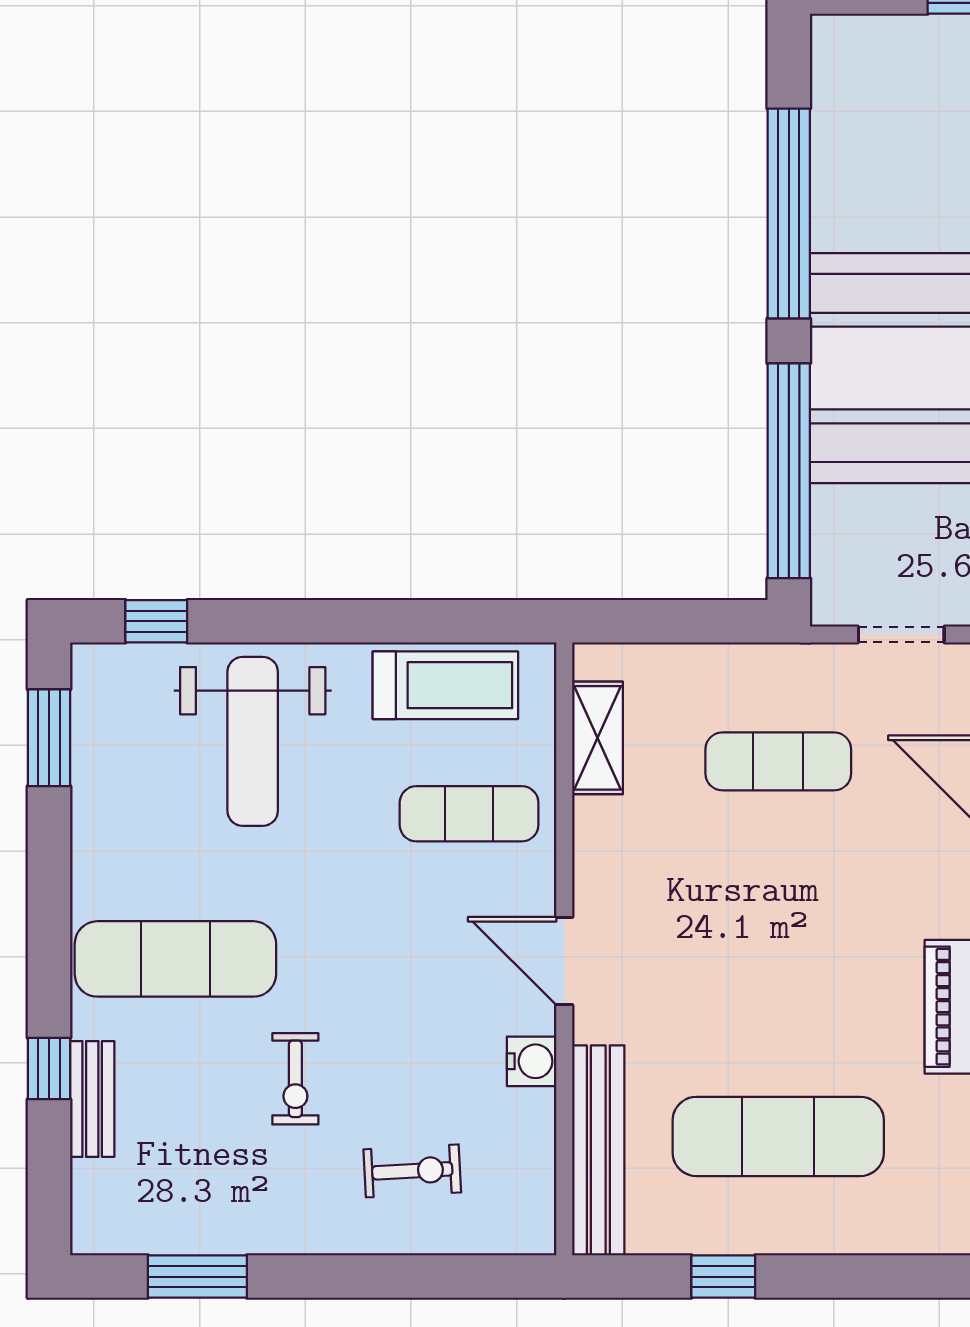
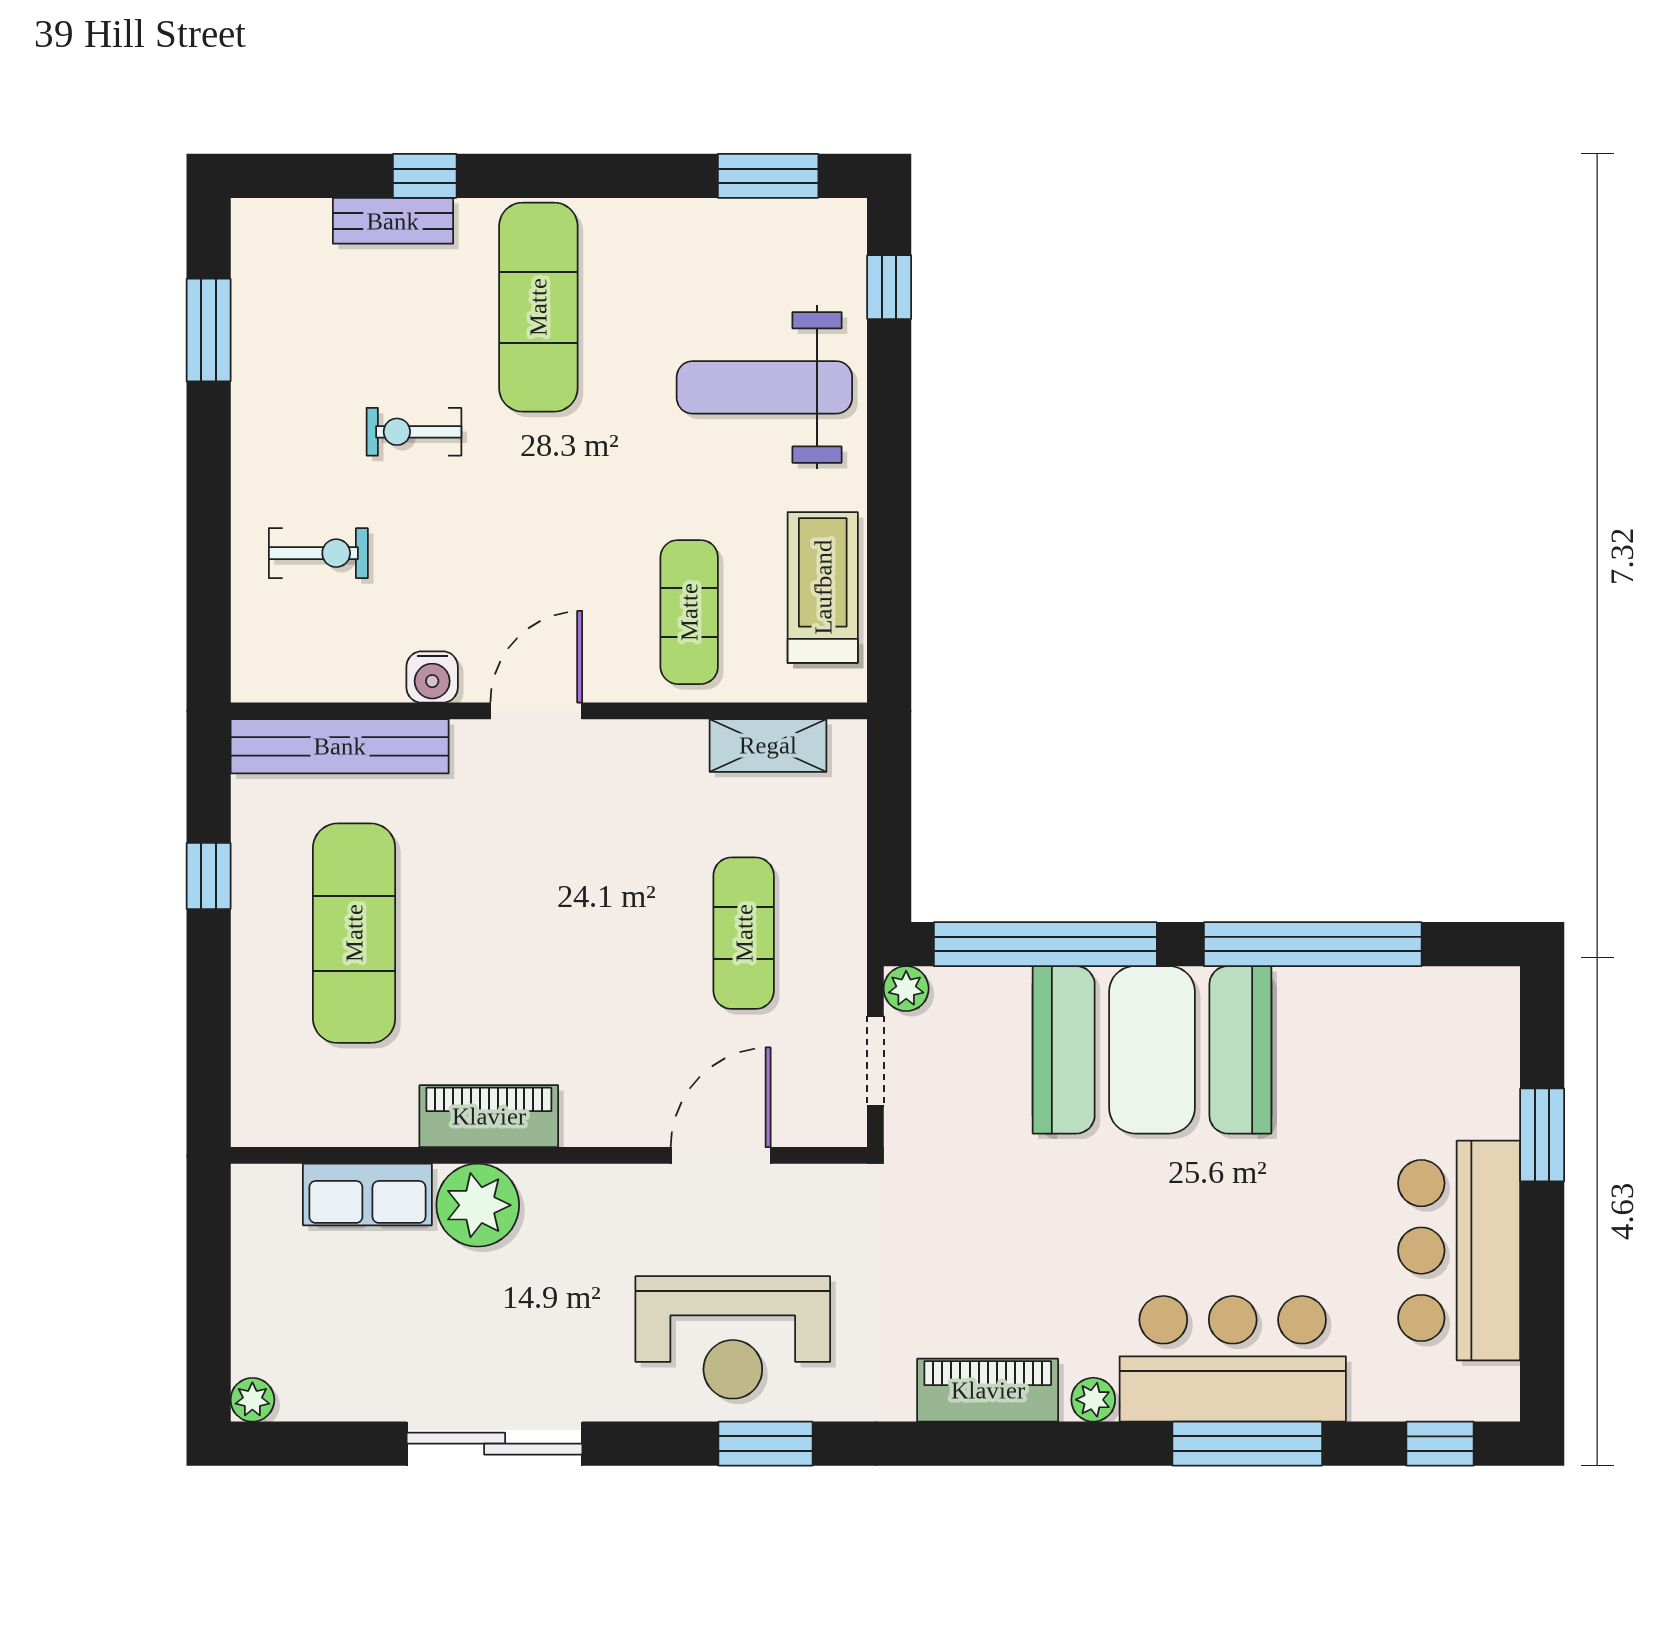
plant: (832, 605) -> (906, 989), added
treadmill: (445, 685) -> (823, 587), turned 180
exercise bike: (412, 1171) -> (318, 553), turned -87

